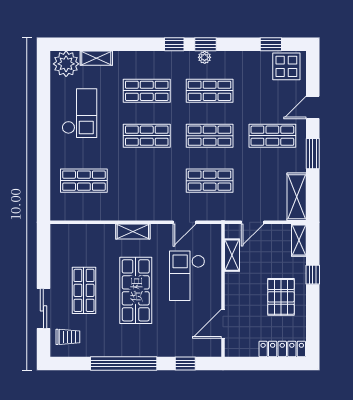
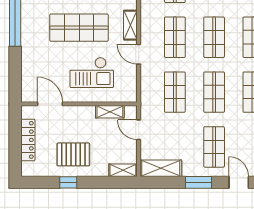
shop shelf: (147, 181) -> (175, 37), added
door: (185, 222) -> (139, 54), moved
window: (313, 275) -> (68, 182), moved
checkout: (187, 276) -> (92, 72), turned 180
locker: (282, 349) -> (28, 140), moved
window: (185, 364) -> (15, 71), removed

